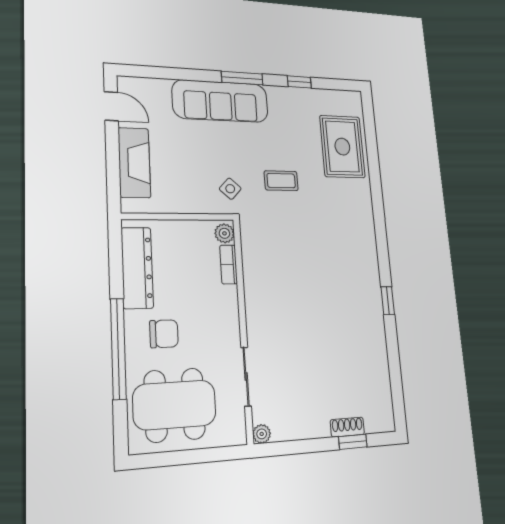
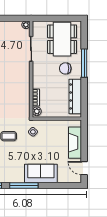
window: (242, 78) -> (24, 185), width x1.44
sofa: (220, 101) -> (41, 173), width x0.73
window: (118, 349) -> (84, 63), width x0.68
dining table: (175, 405) -> (62, 39), turned 90

